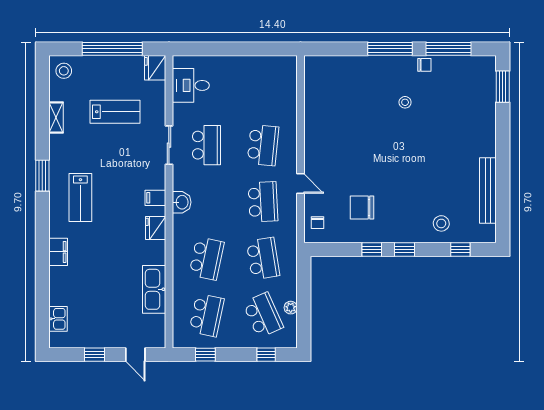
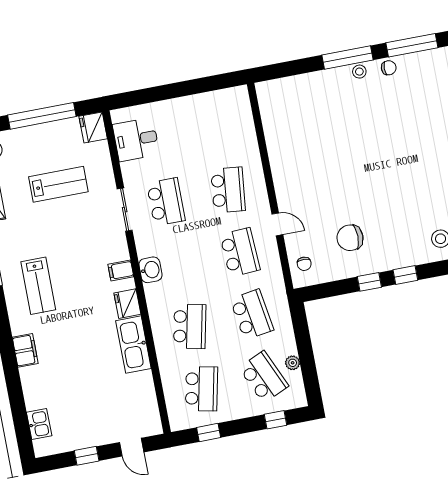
stool: (405, 102) -> (359, 72), moved
kitchen sink: (154, 289) -> (133, 345), moved

